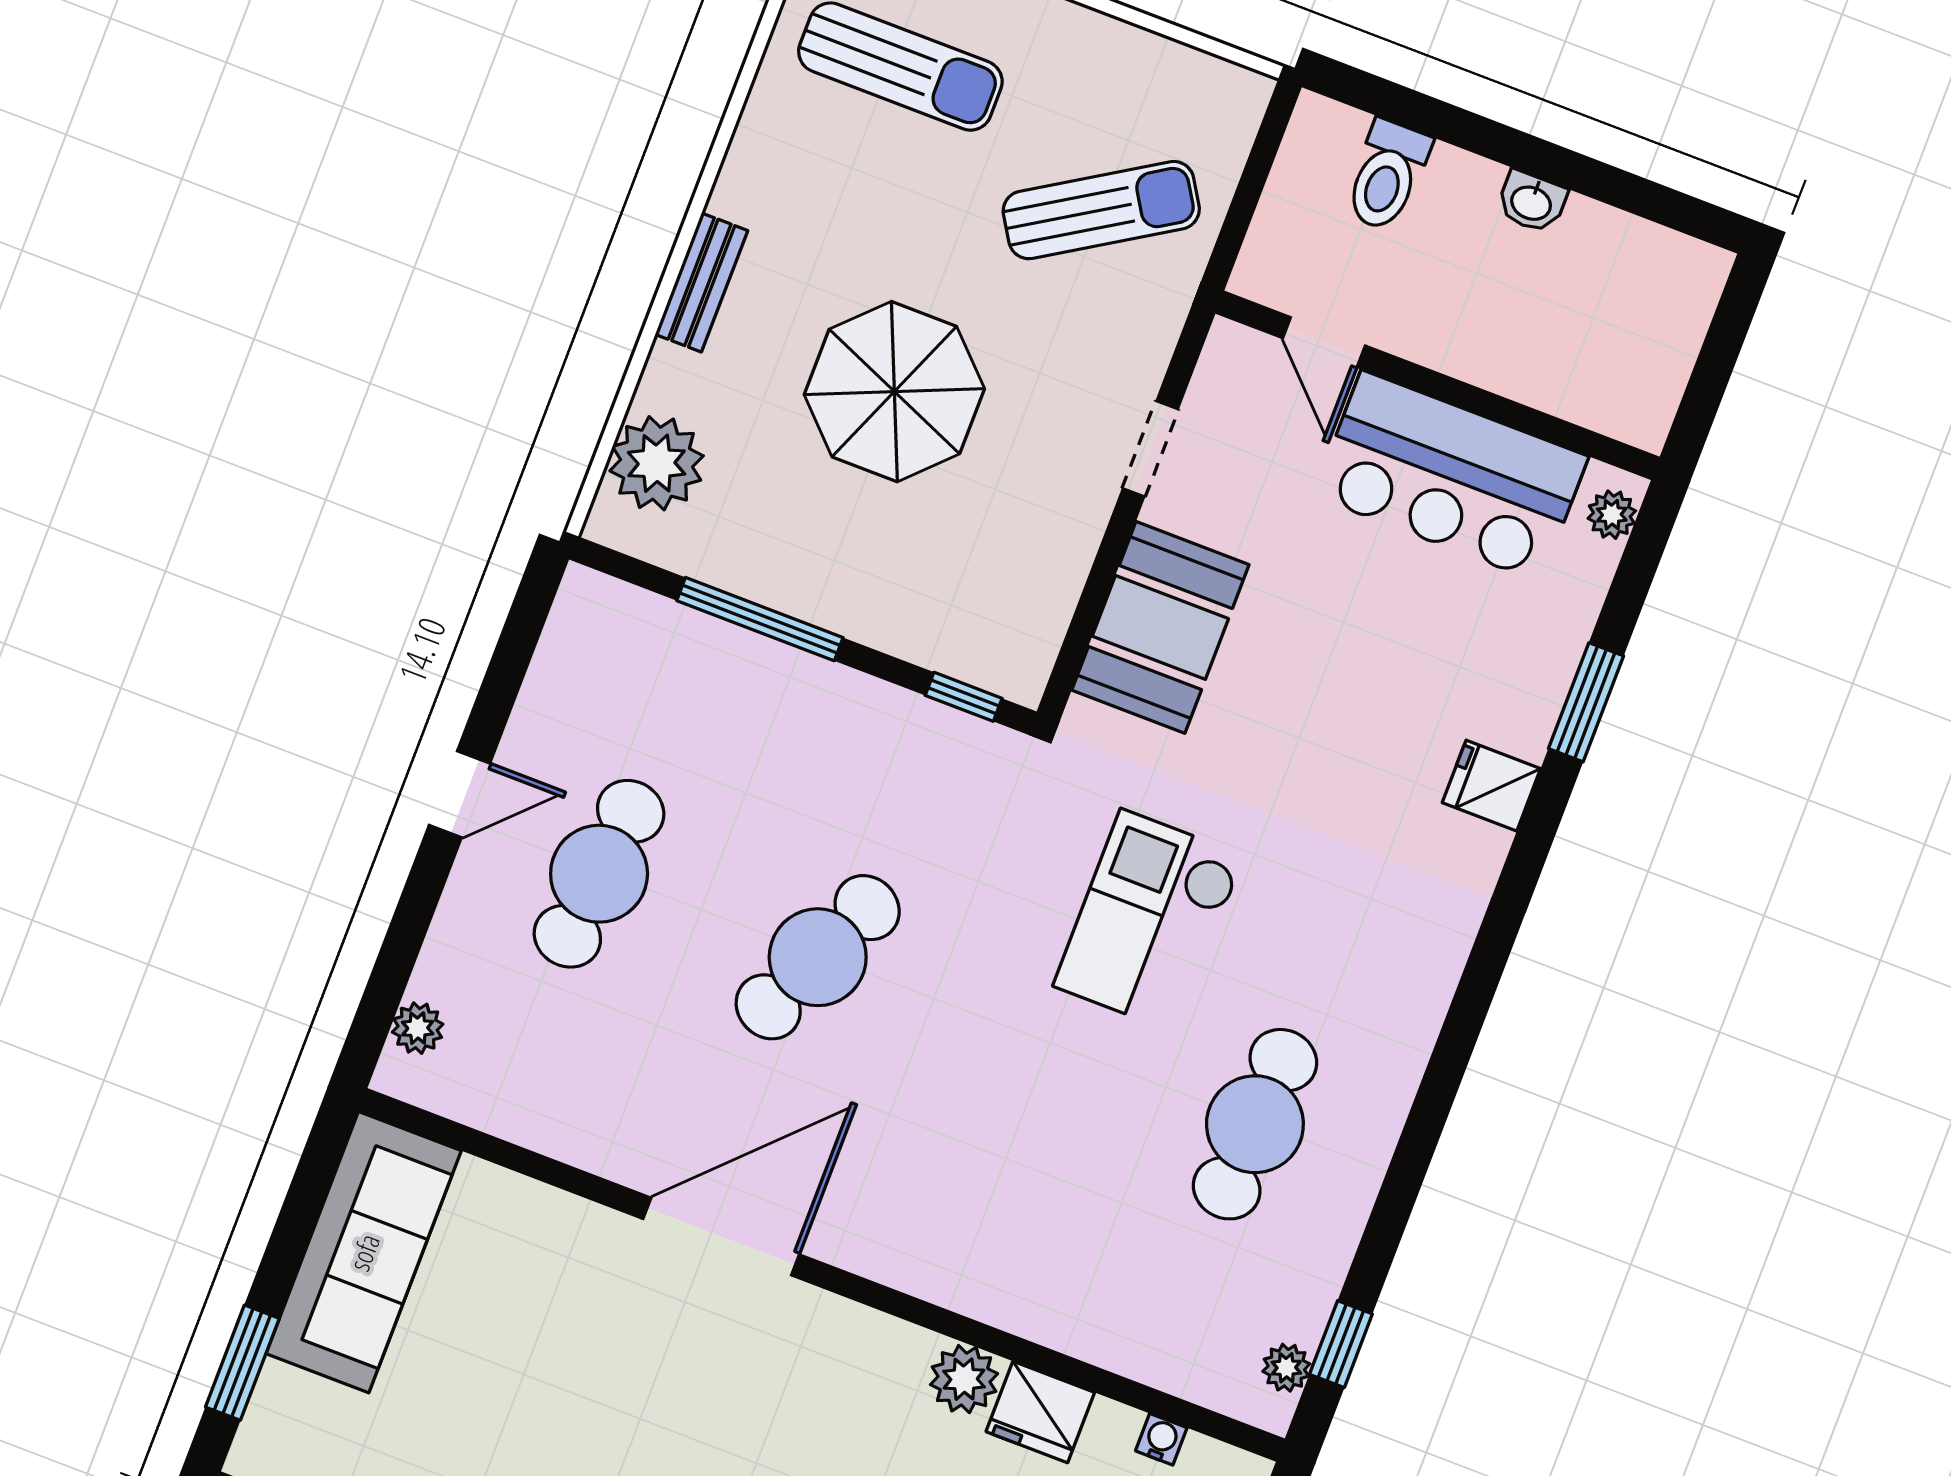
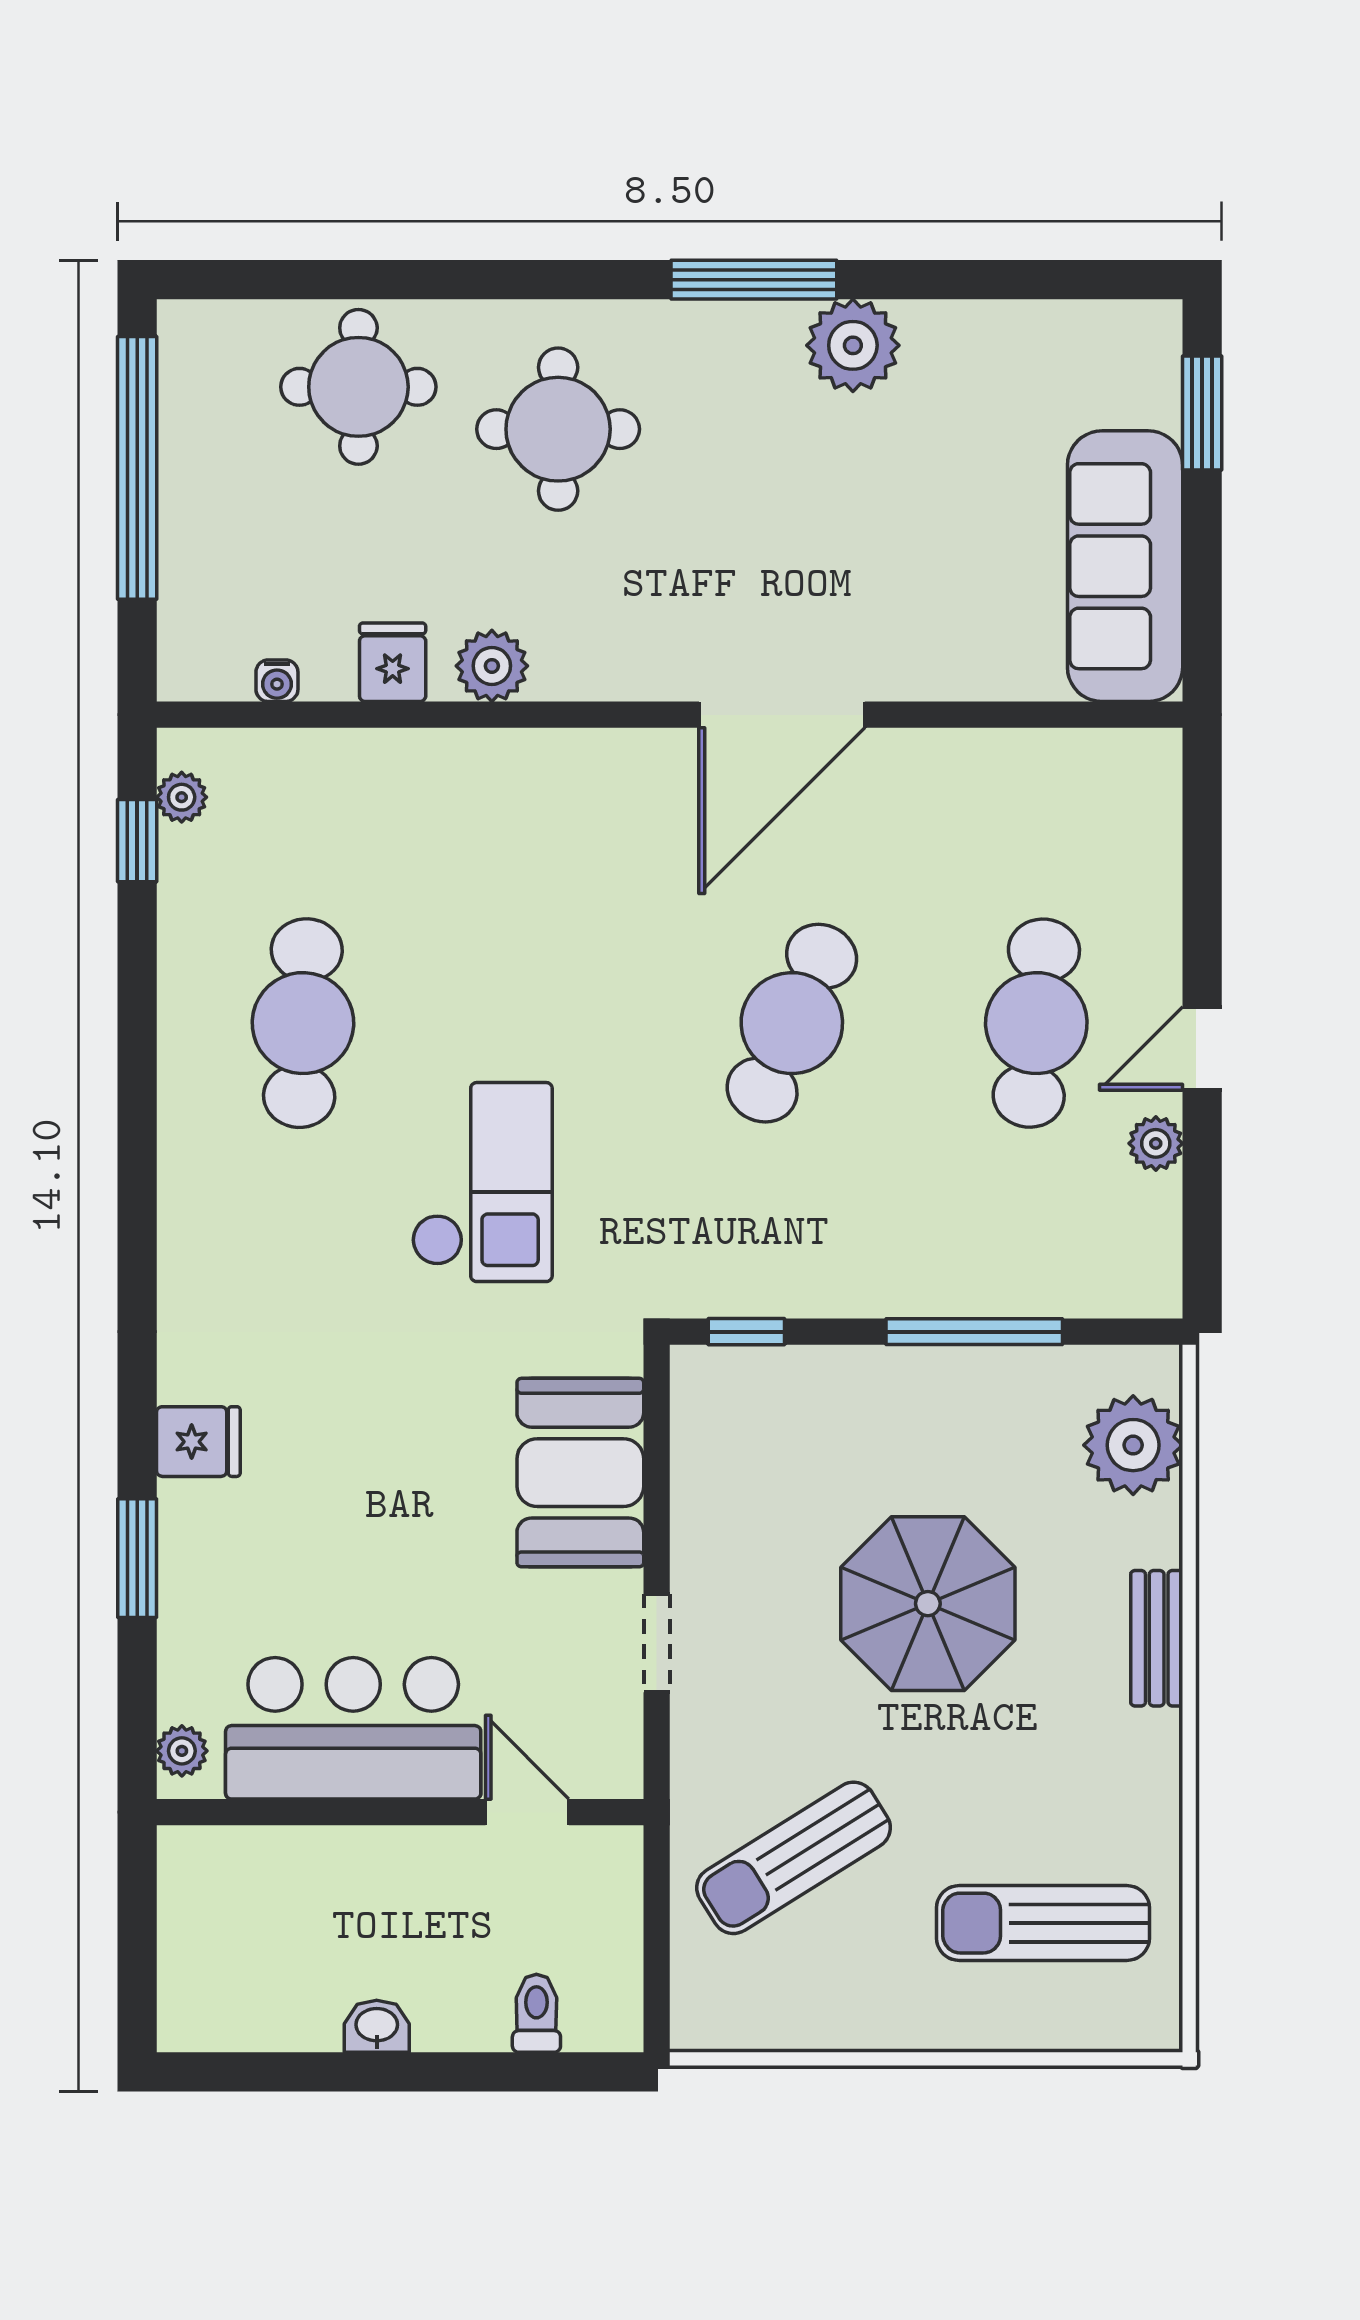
toilet: (1387, 175) -> (536, 2013), width x0.73, depth x0.72
plant: (418, 1028) -> (1156, 1143), moved
fridge: (1040, 1412) -> (393, 662), width x0.72

